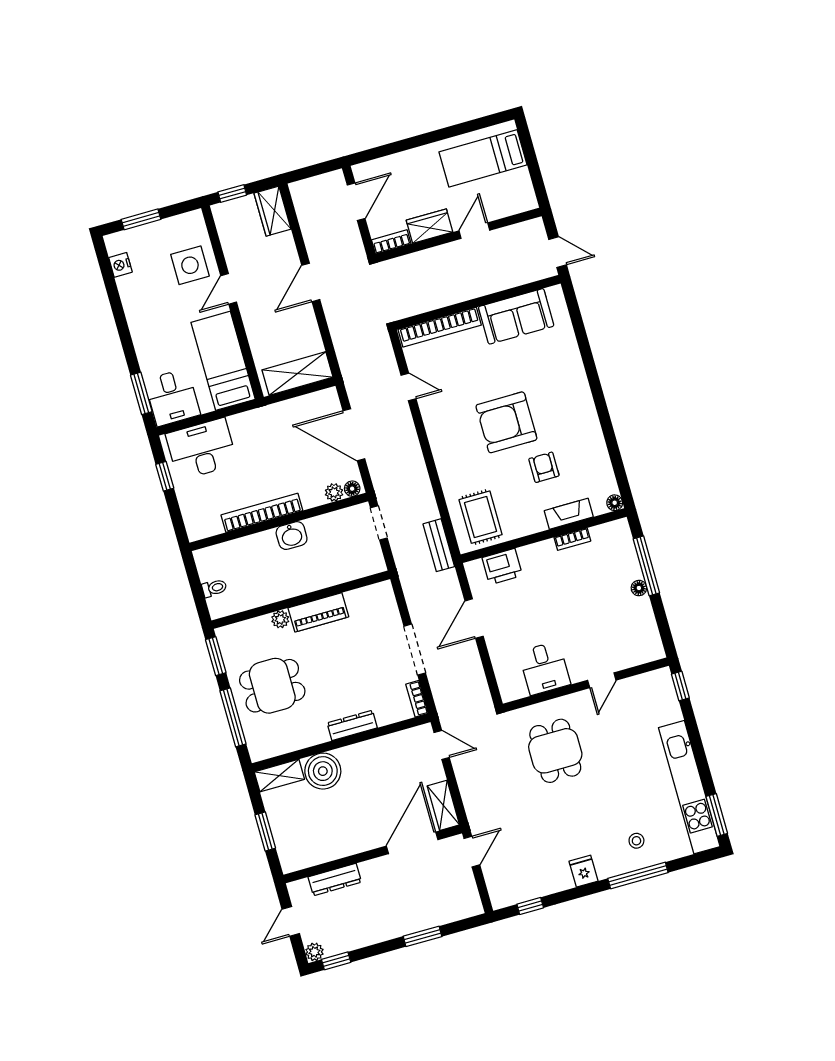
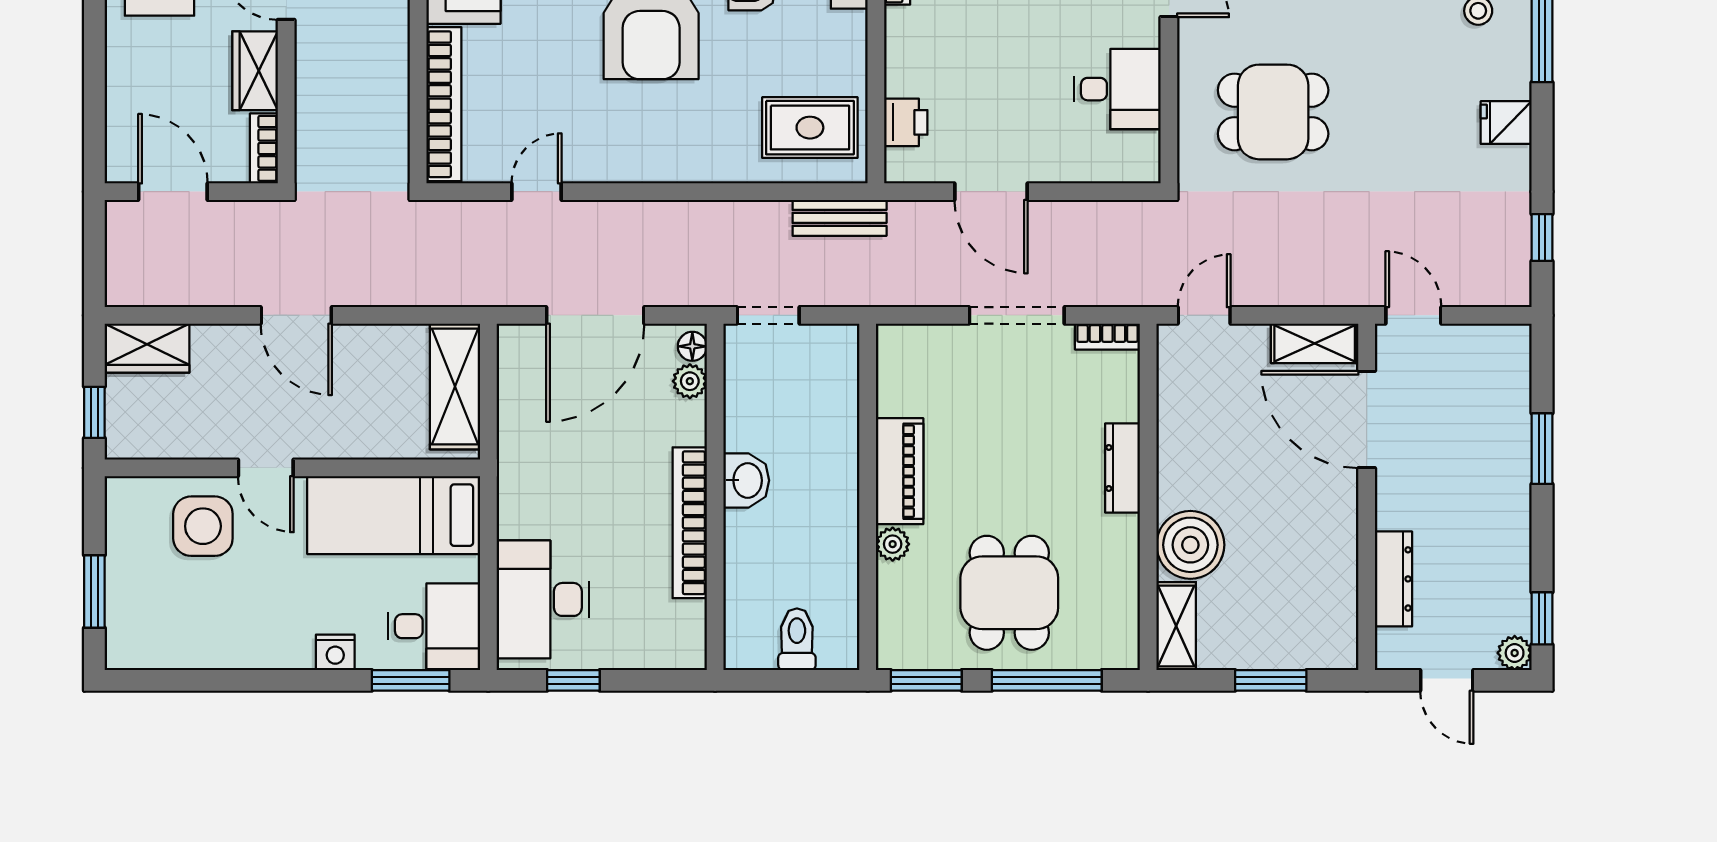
nightstand: (120, 265) -> (335, 652), moved
printer: (502, 567) -> (906, 122), width x0.73, depth x0.81
toilet: (214, 588) -> (797, 639), width x1.37, depth x1.39

